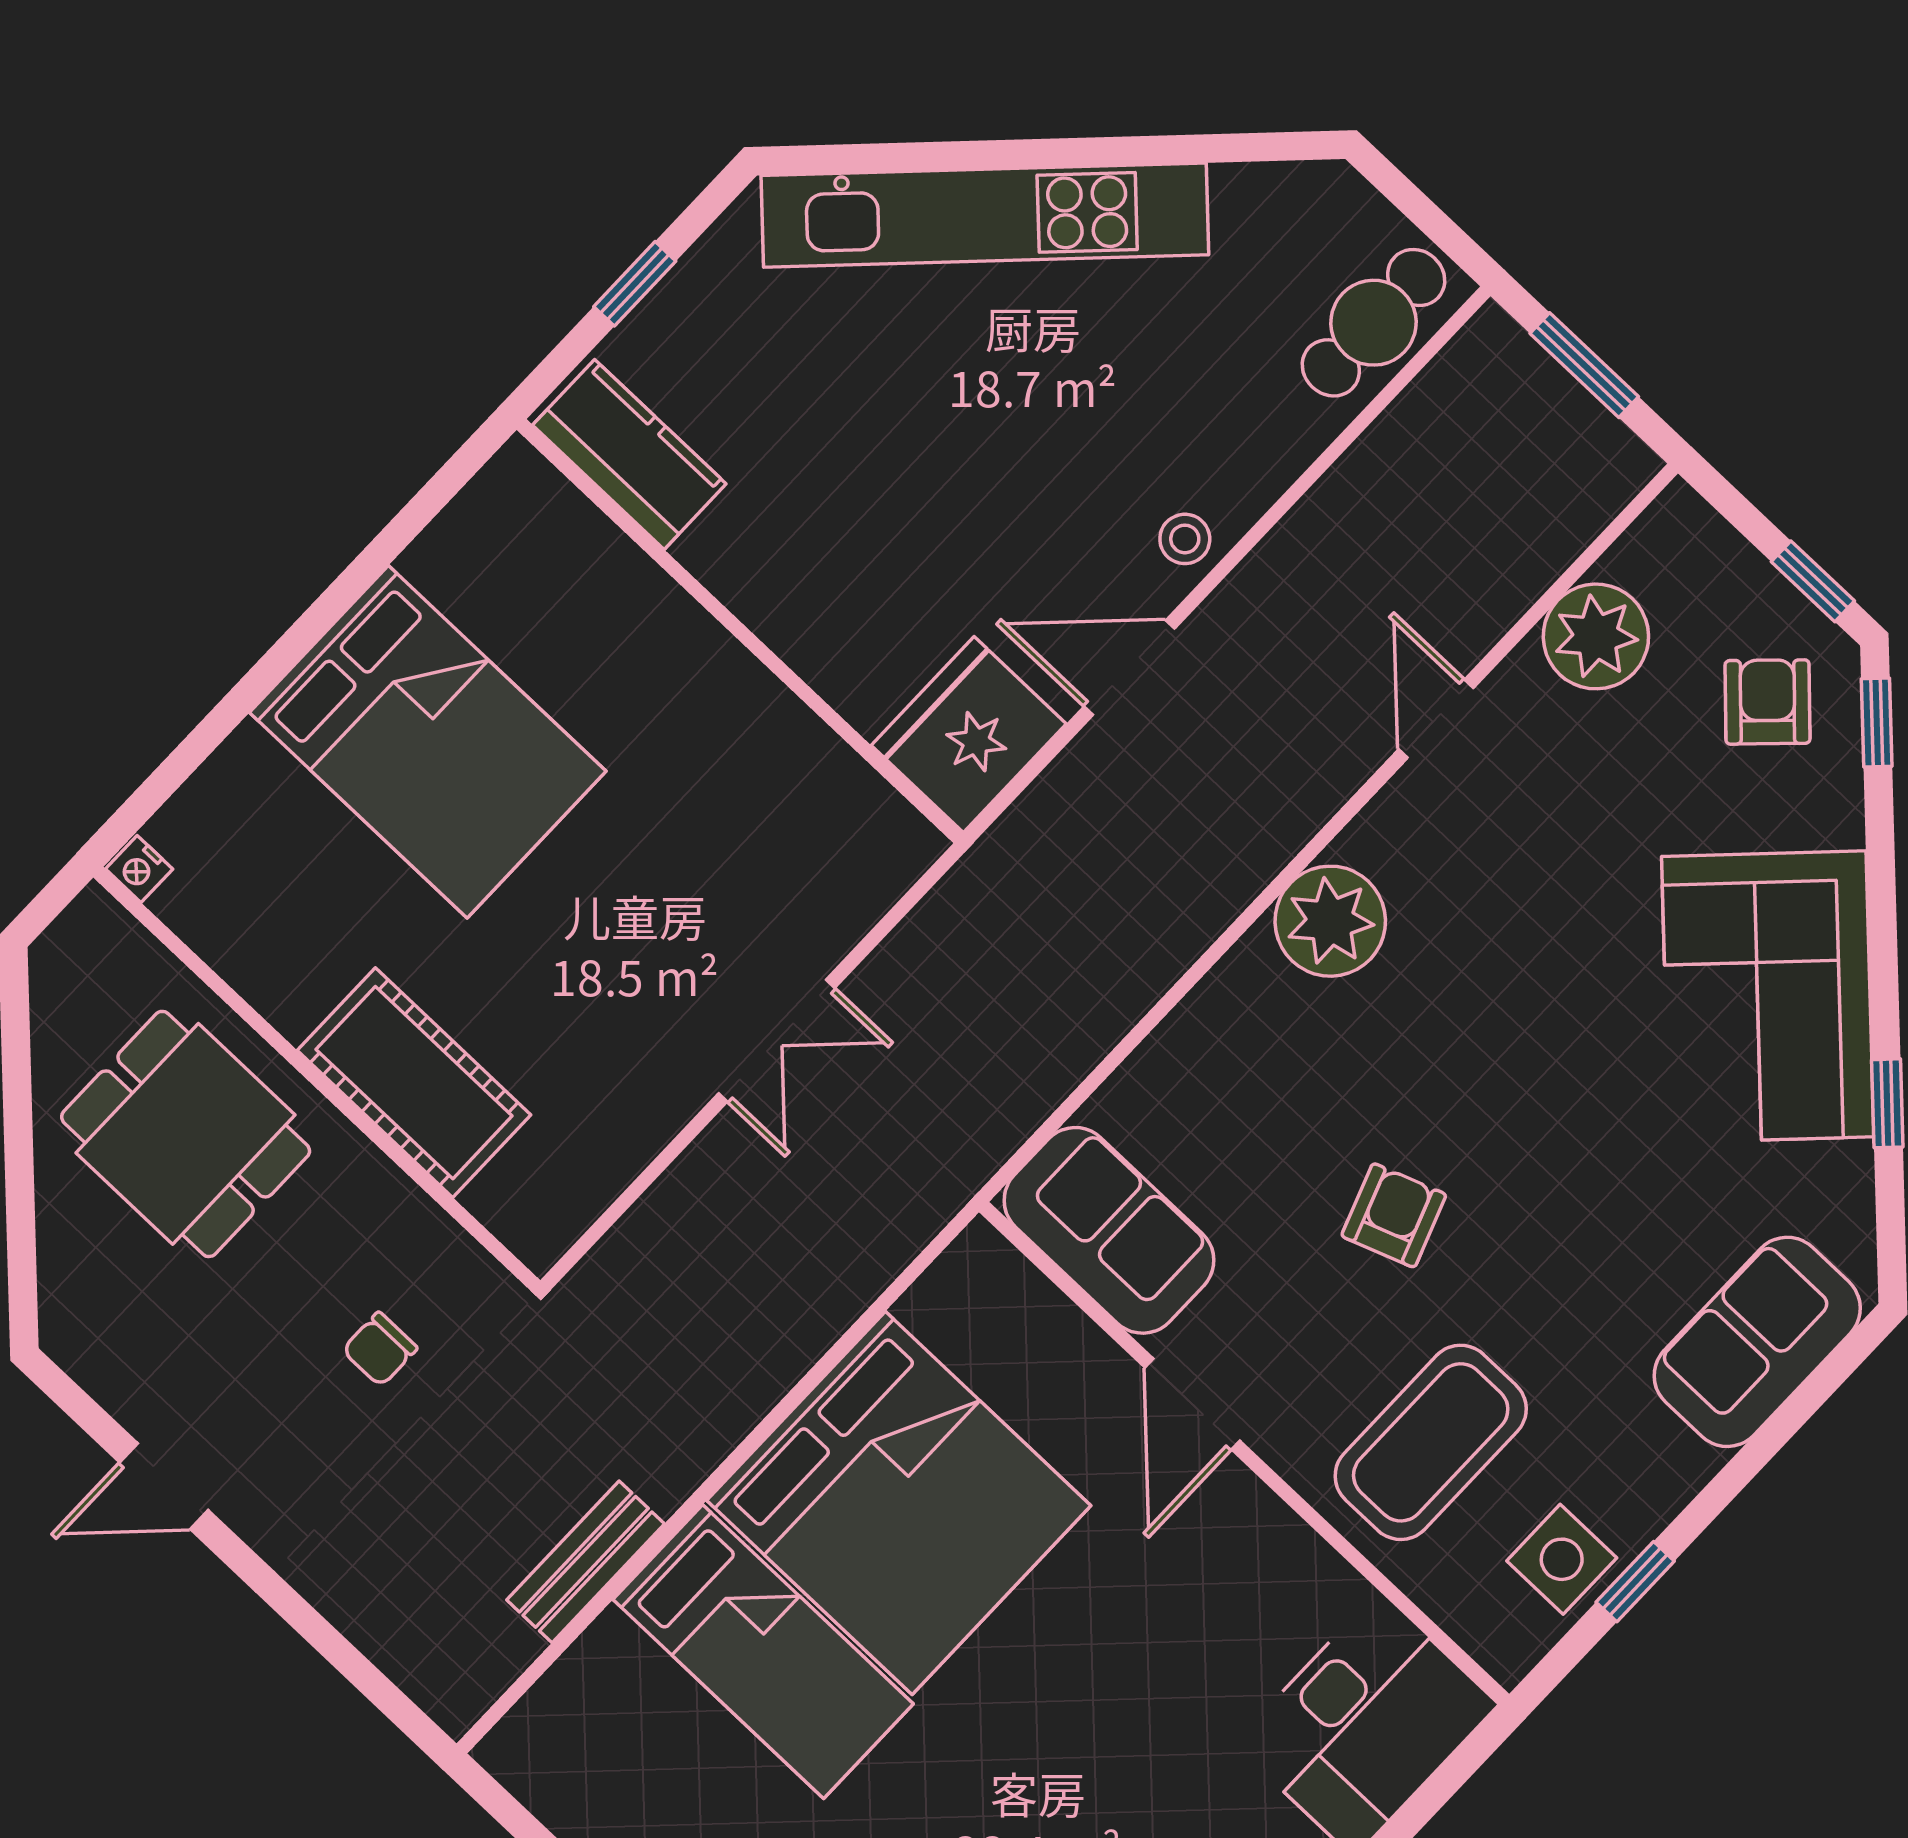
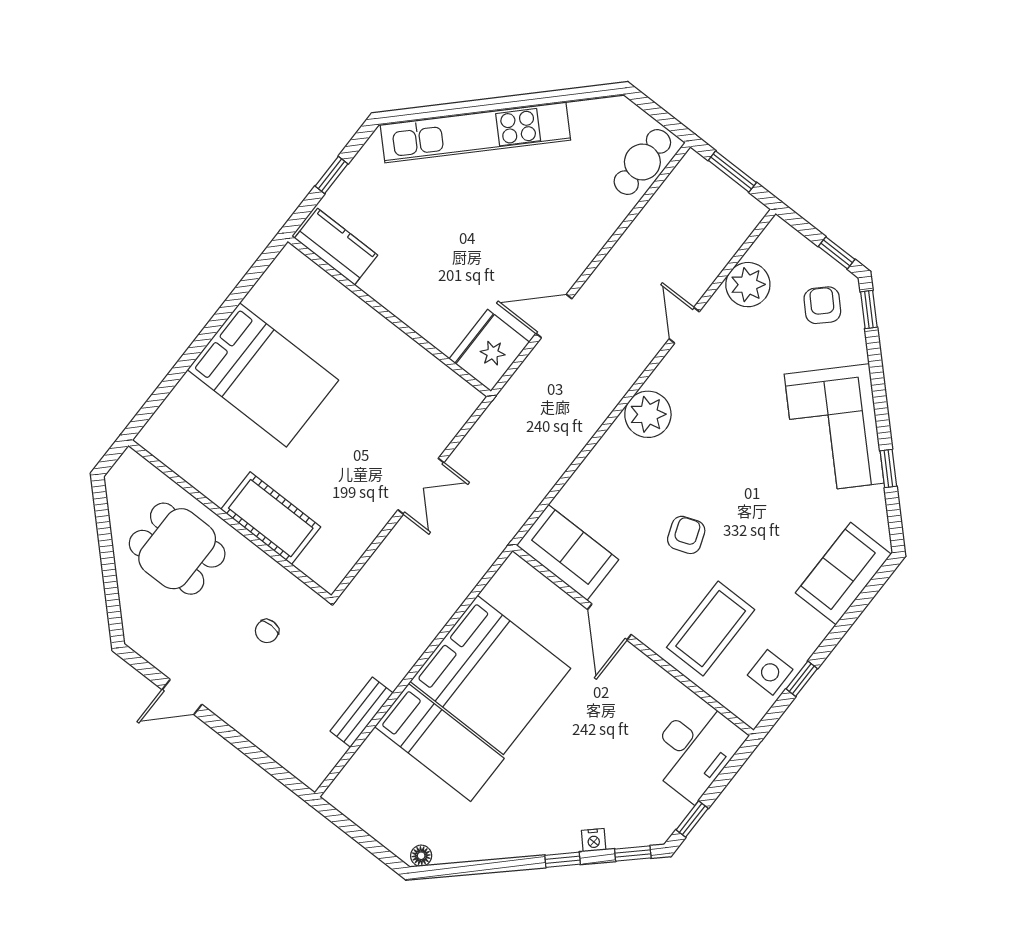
stool: (1185, 539) -> (572, 260), removed
nightstand: (139, 869) -> (147, 440), removed

